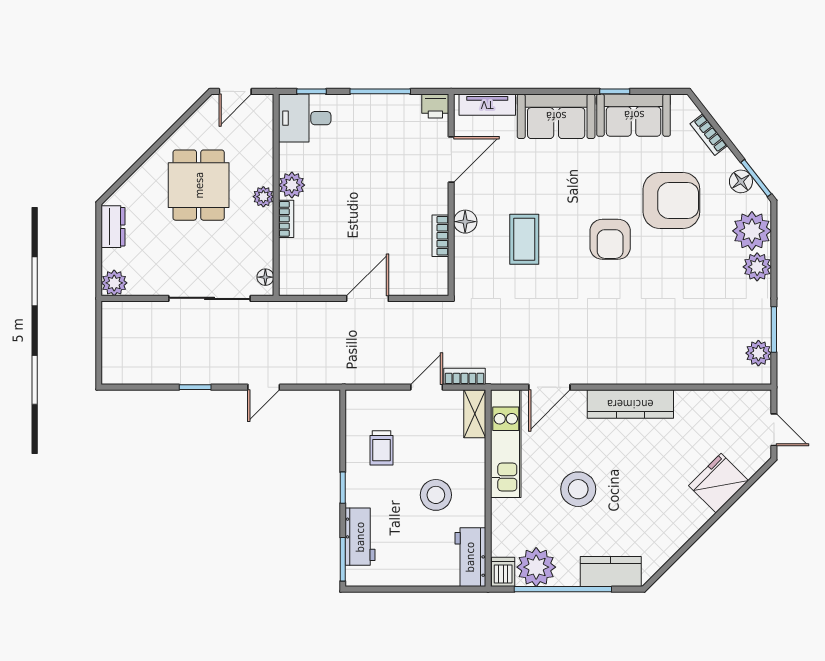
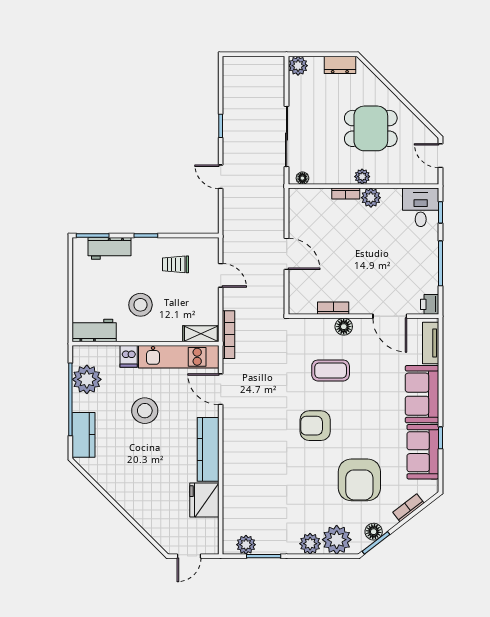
armchair: (610, 239) -> (315, 426), moved
bookcase: (464, 376) -> (229, 335), width x1.56
door: (427, 387) -> (221, 275), moved
fridge: (719, 483) -> (204, 500), moved, turned -135
dishwasher: (503, 572) -> (129, 356), moved, turned 90

